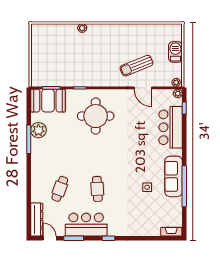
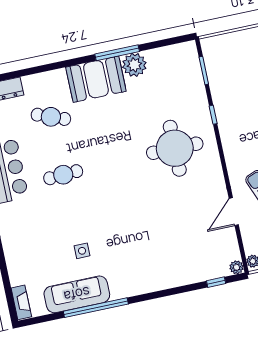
booth: (48, 101) -> (96, 79), moved, turned 90
bar counter: (171, 127) -> (182, 267), removed
sofa: (174, 176) -> (77, 294), moved

